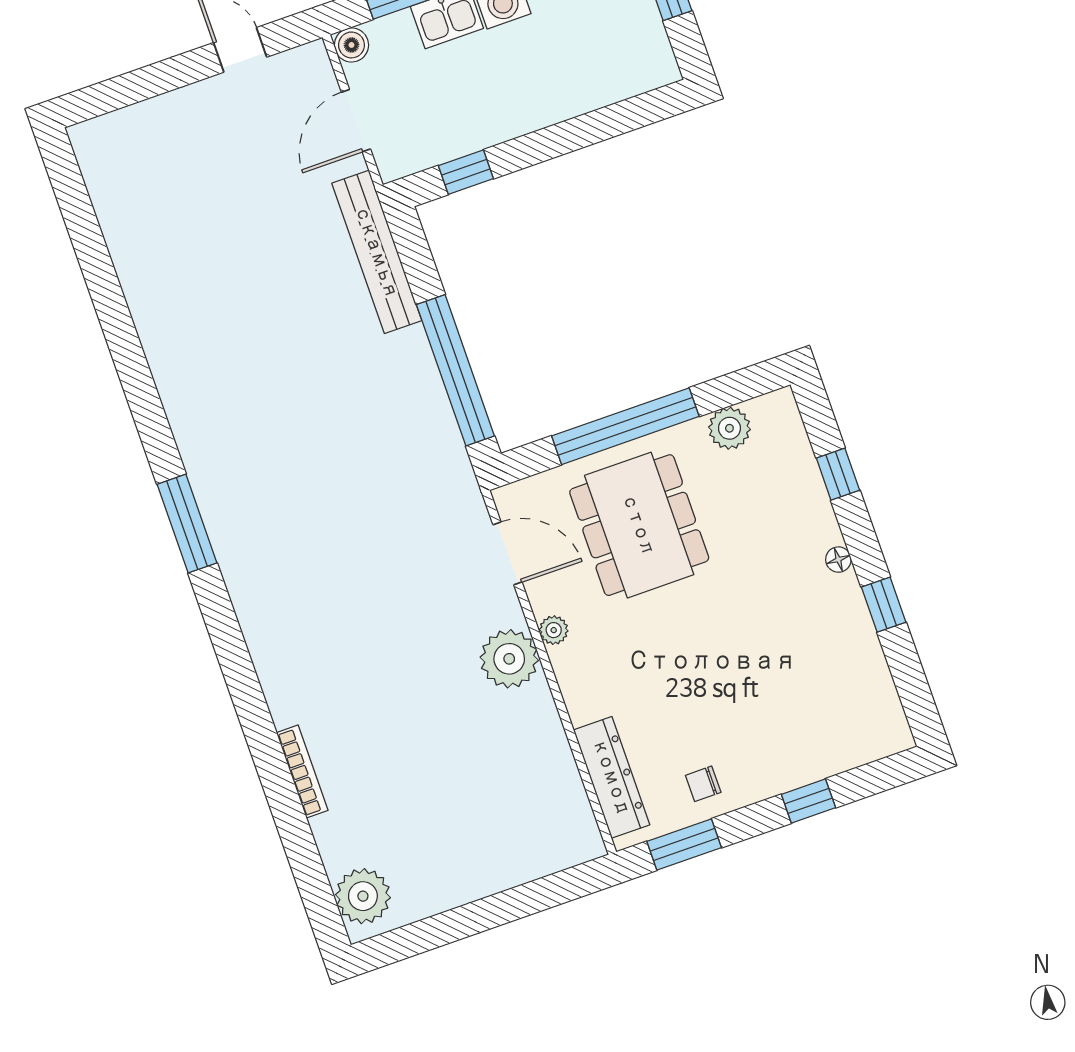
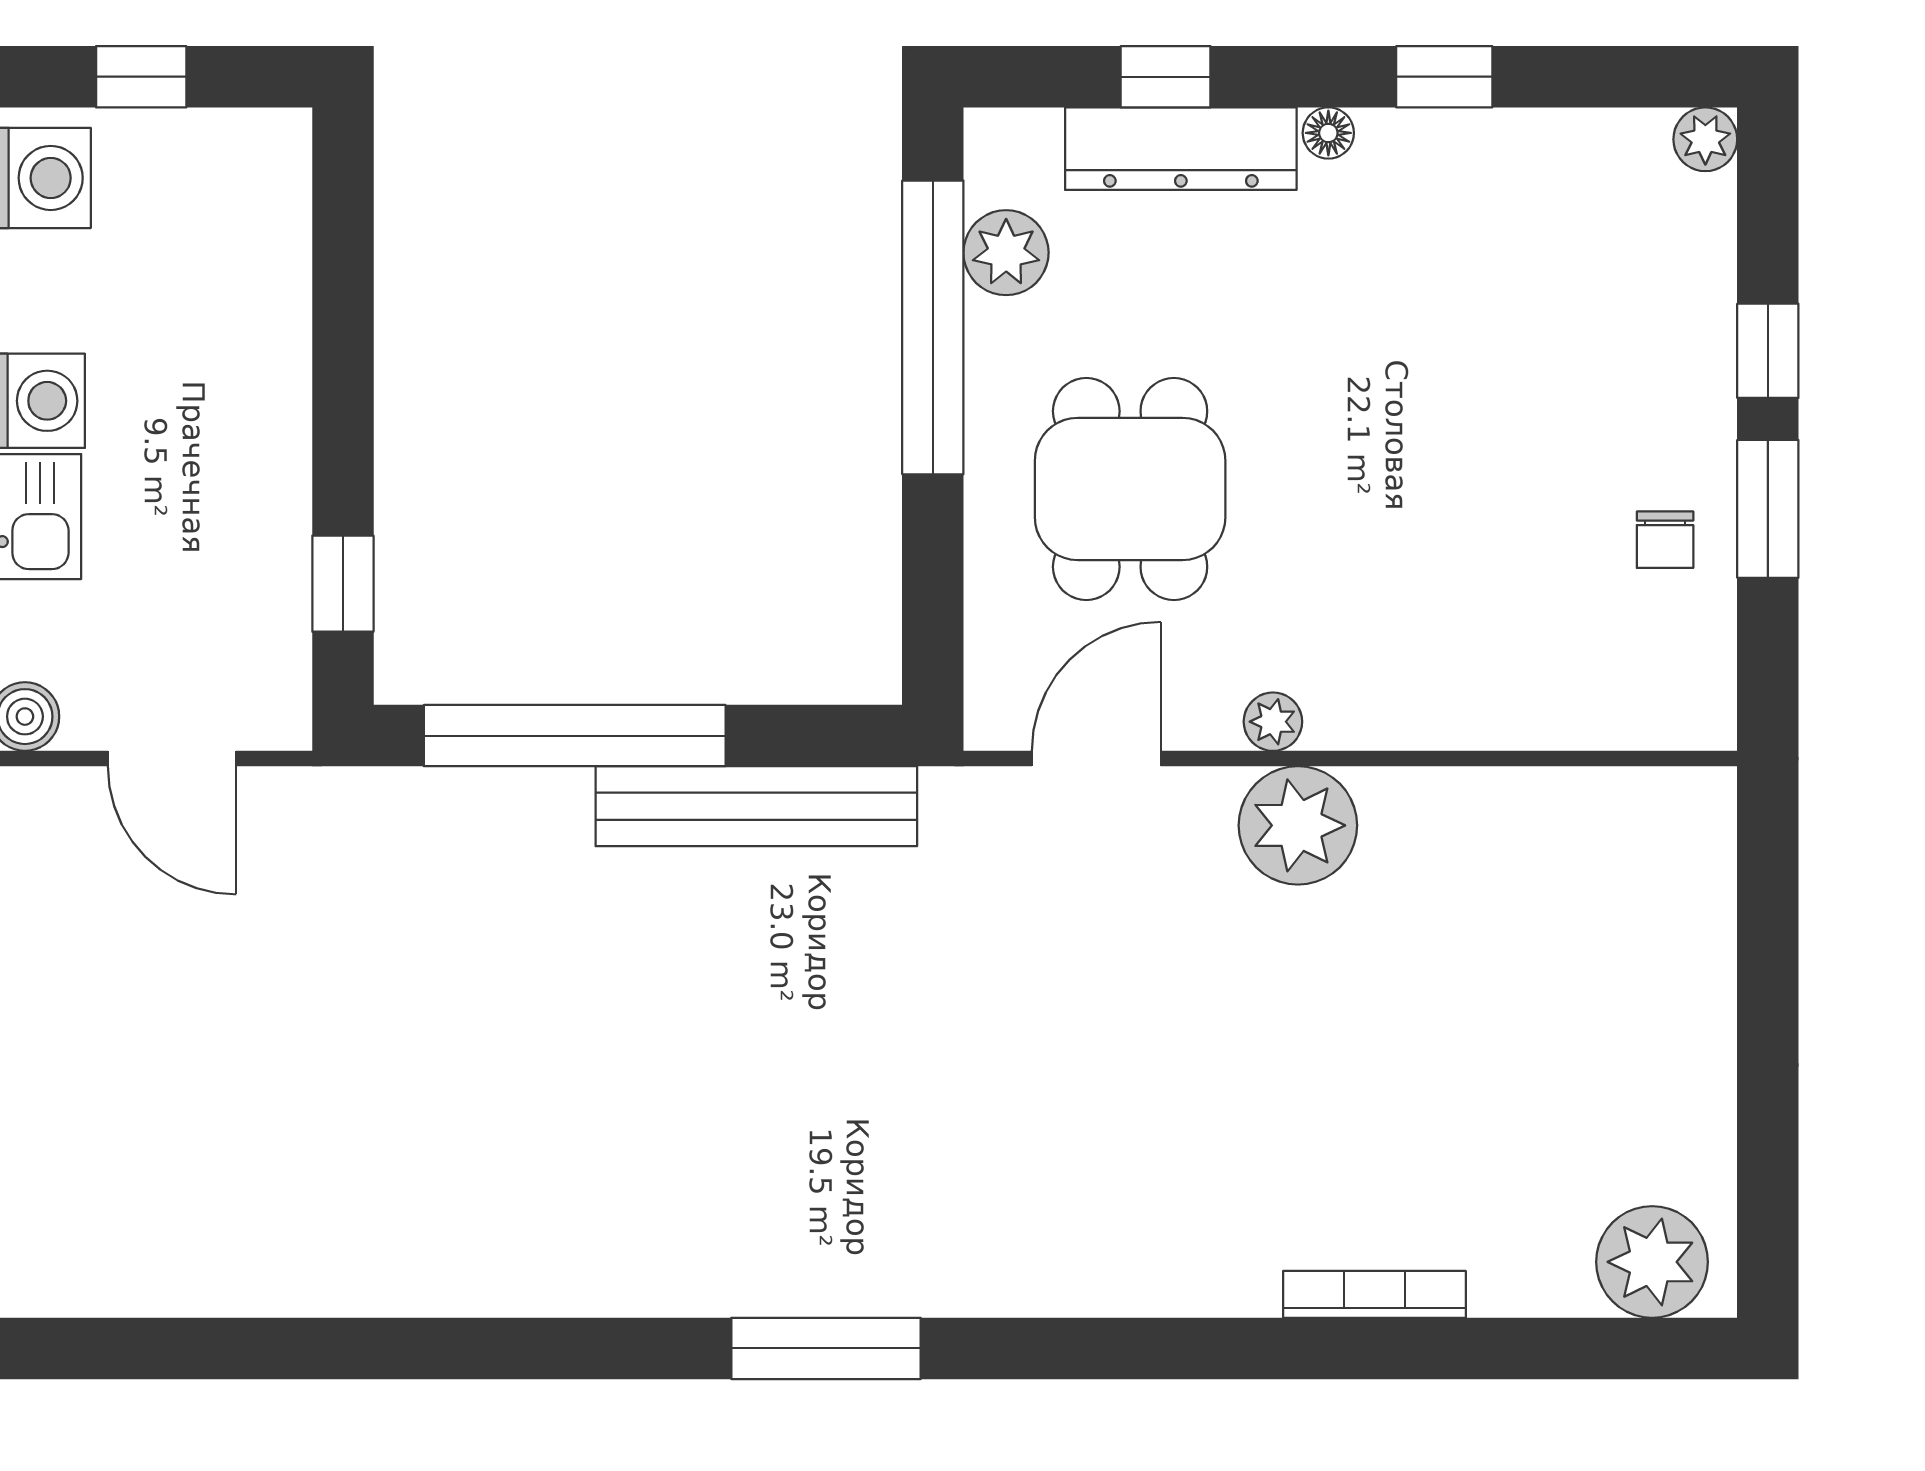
bench: (377, 252) -> (756, 806), moved
window: (455, 370) -> (575, 736), moved
window: (625, 426) -> (933, 327), moved
dining table: (639, 525) -> (1130, 489), width x0.73
plant: (897, 737) -> (1705, 139), added
dresser: (612, 777) -> (1181, 149), moved, turned 180
window: (684, 845) -> (1768, 509), moved

